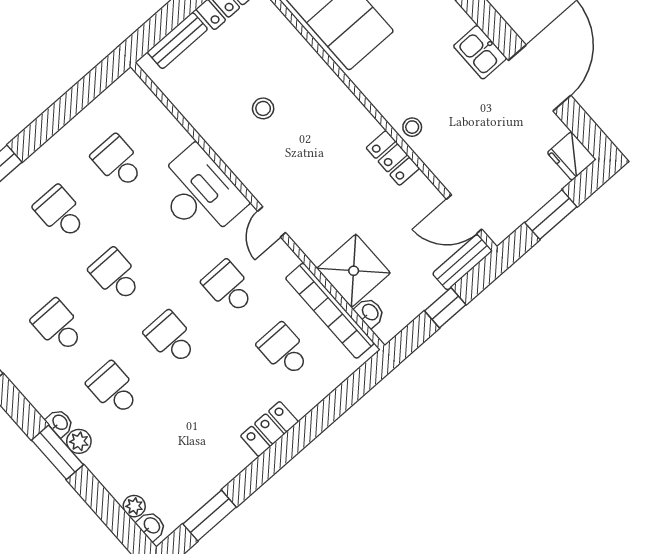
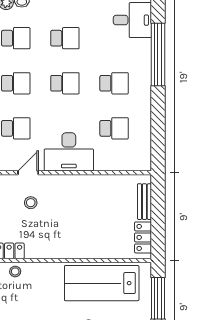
stool: (263, 108) -> (31, 203), moved
door: (272, 222) -> (28, 173), hinge flipped

